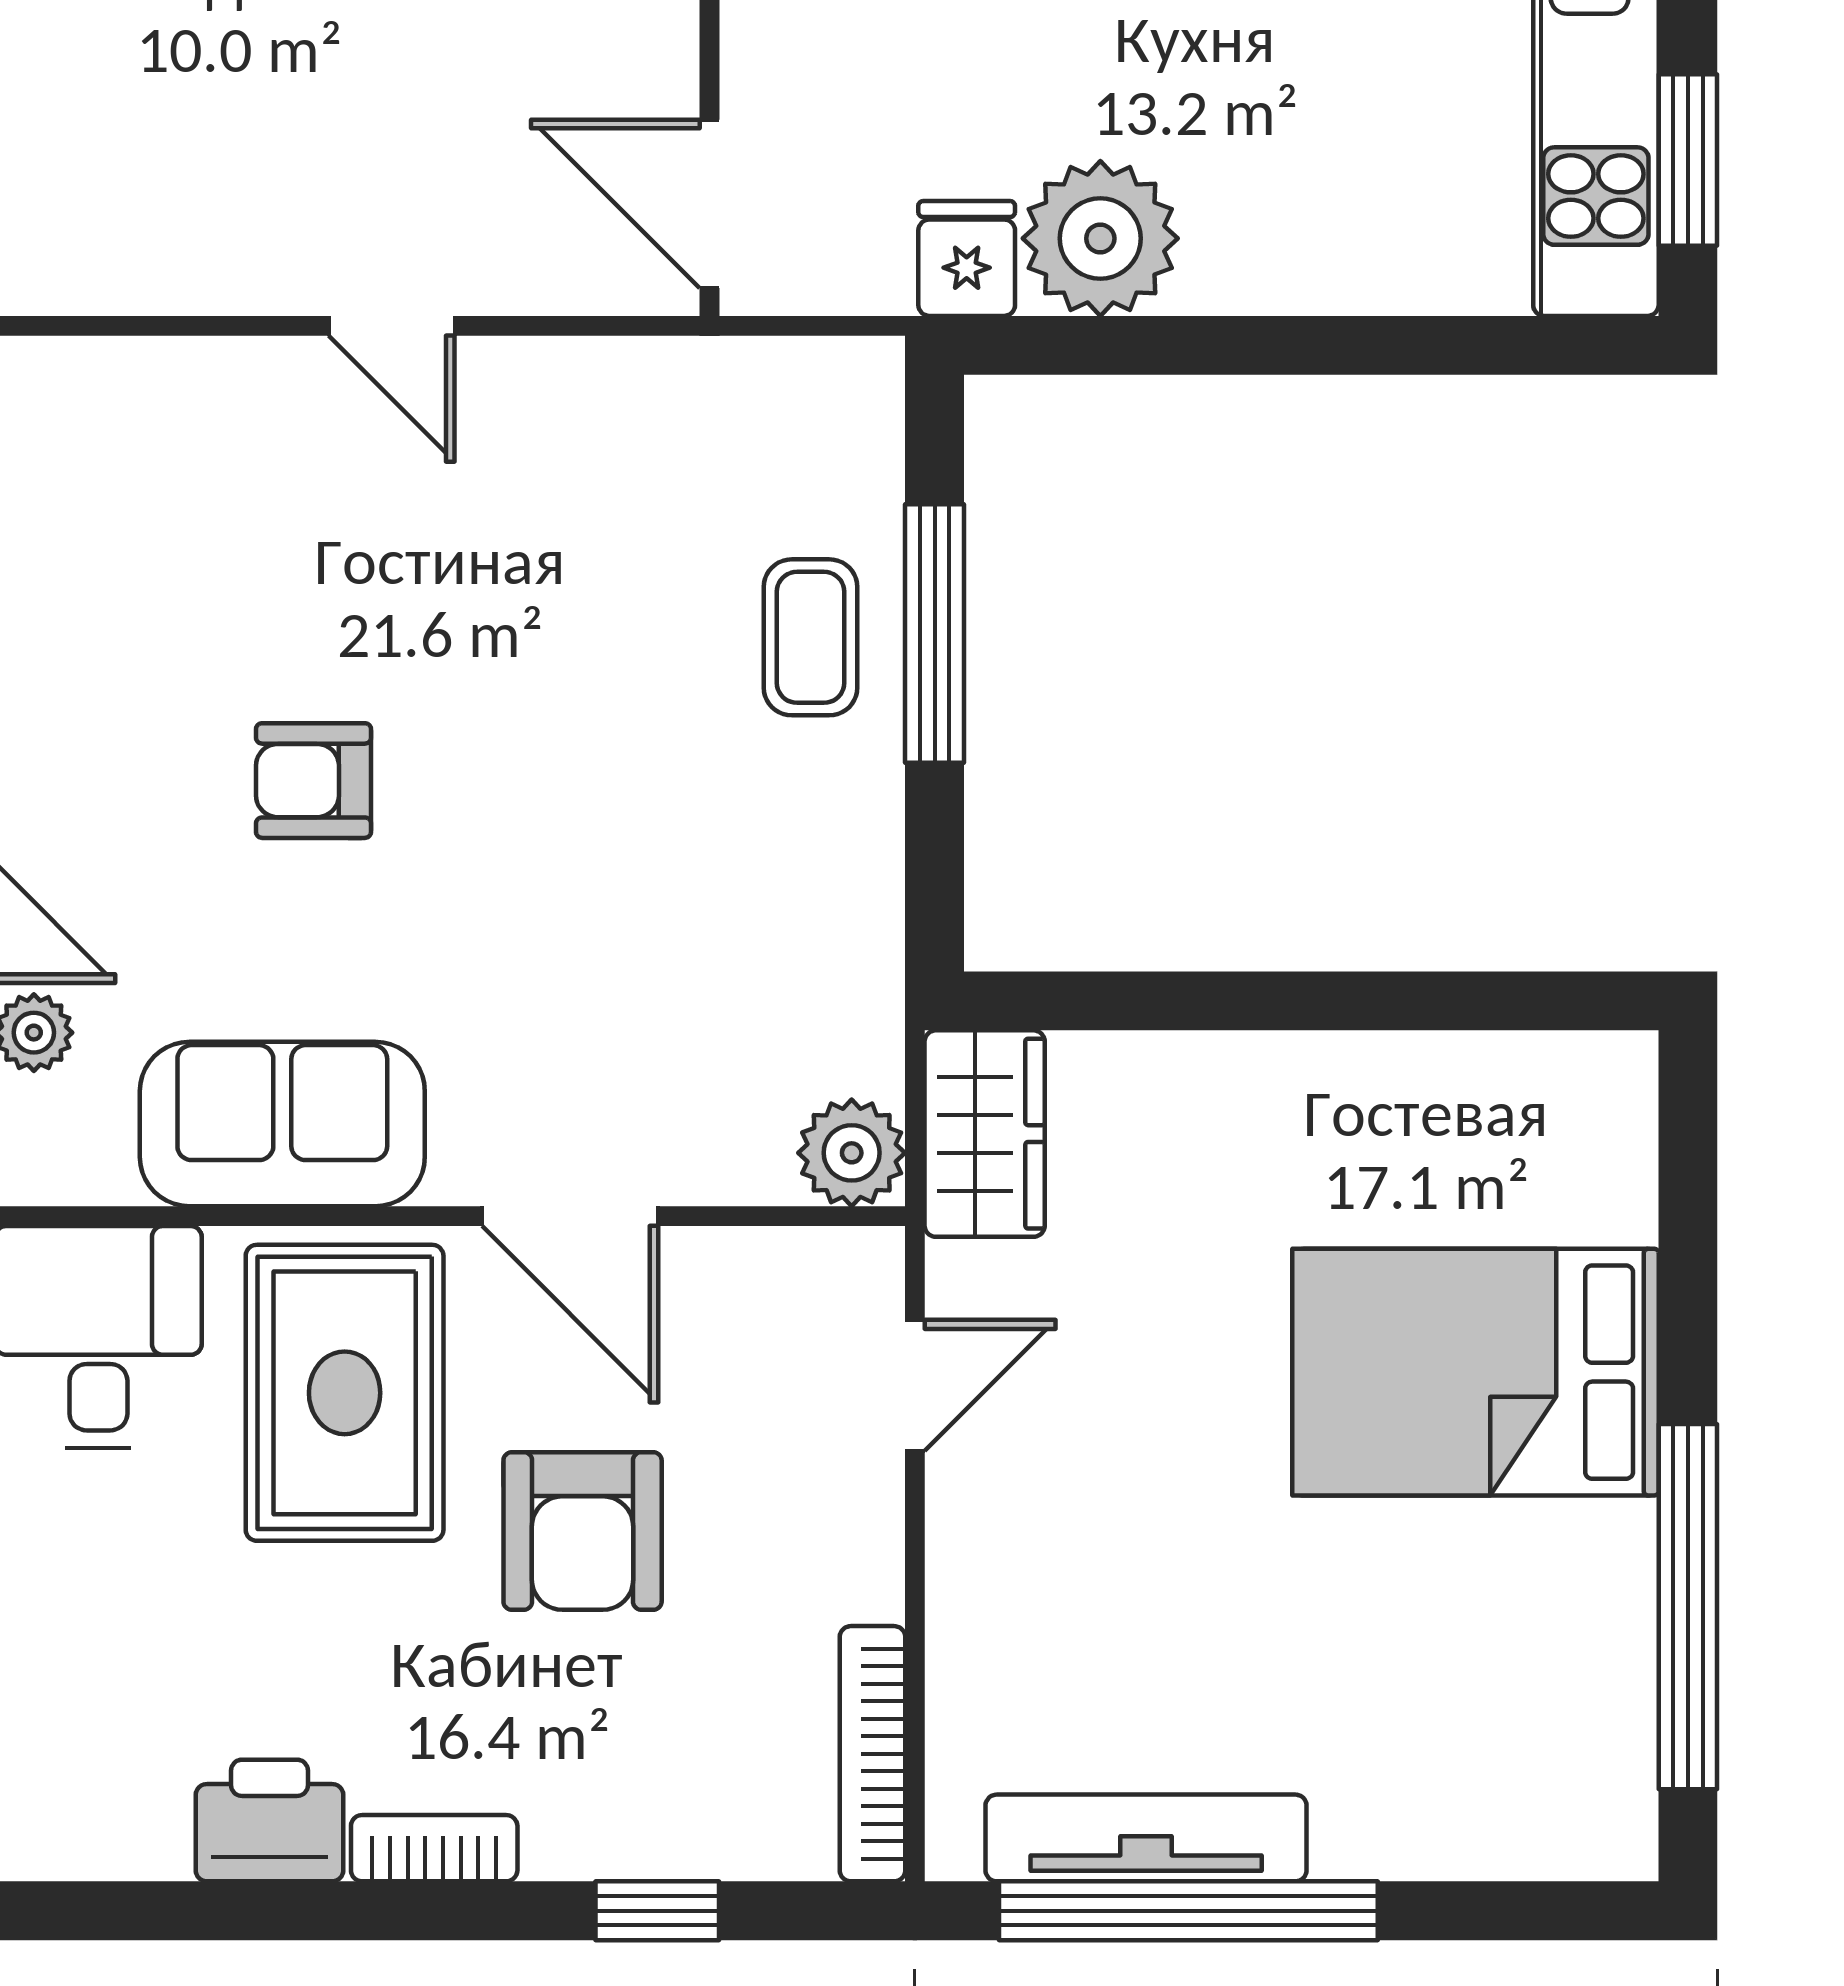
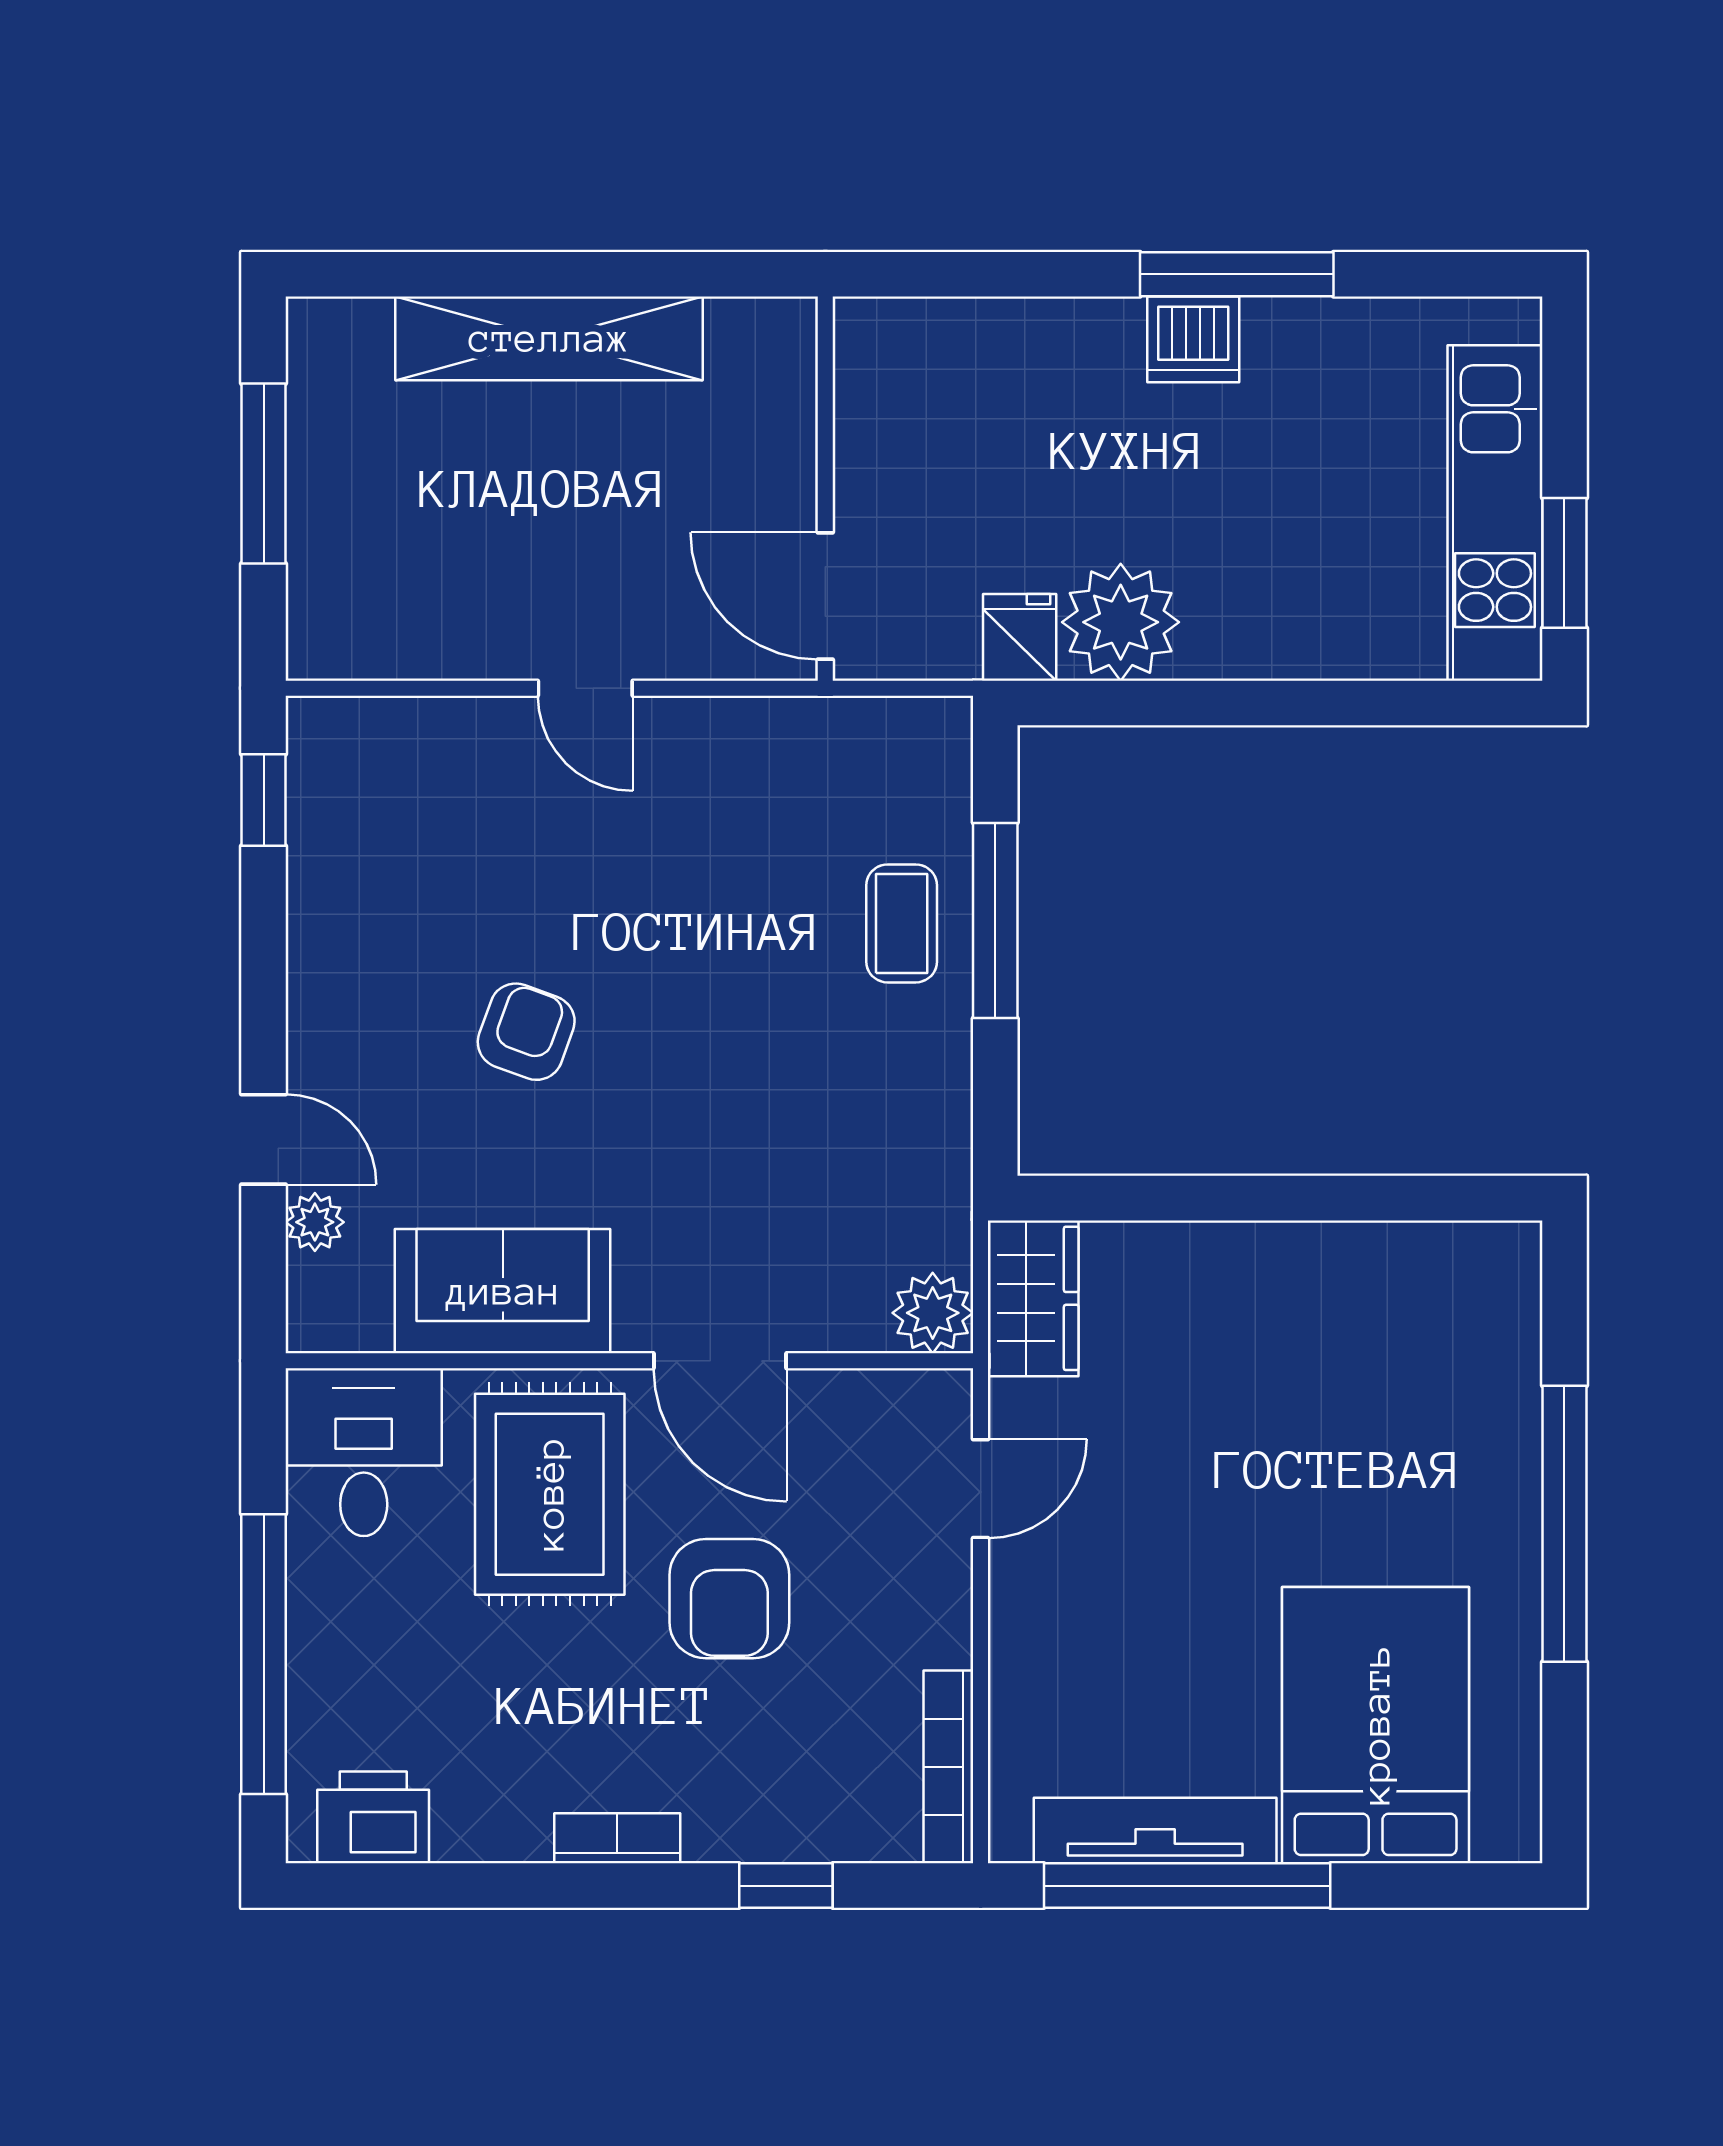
armchair: (314, 781) -> (526, 1032), turned 110
bed: (1475, 1372) -> (1376, 1725), moved, turned 90
window: (1688, 1607) -> (1564, 1524), moved
printer: (270, 1820) -> (373, 1817), moved

